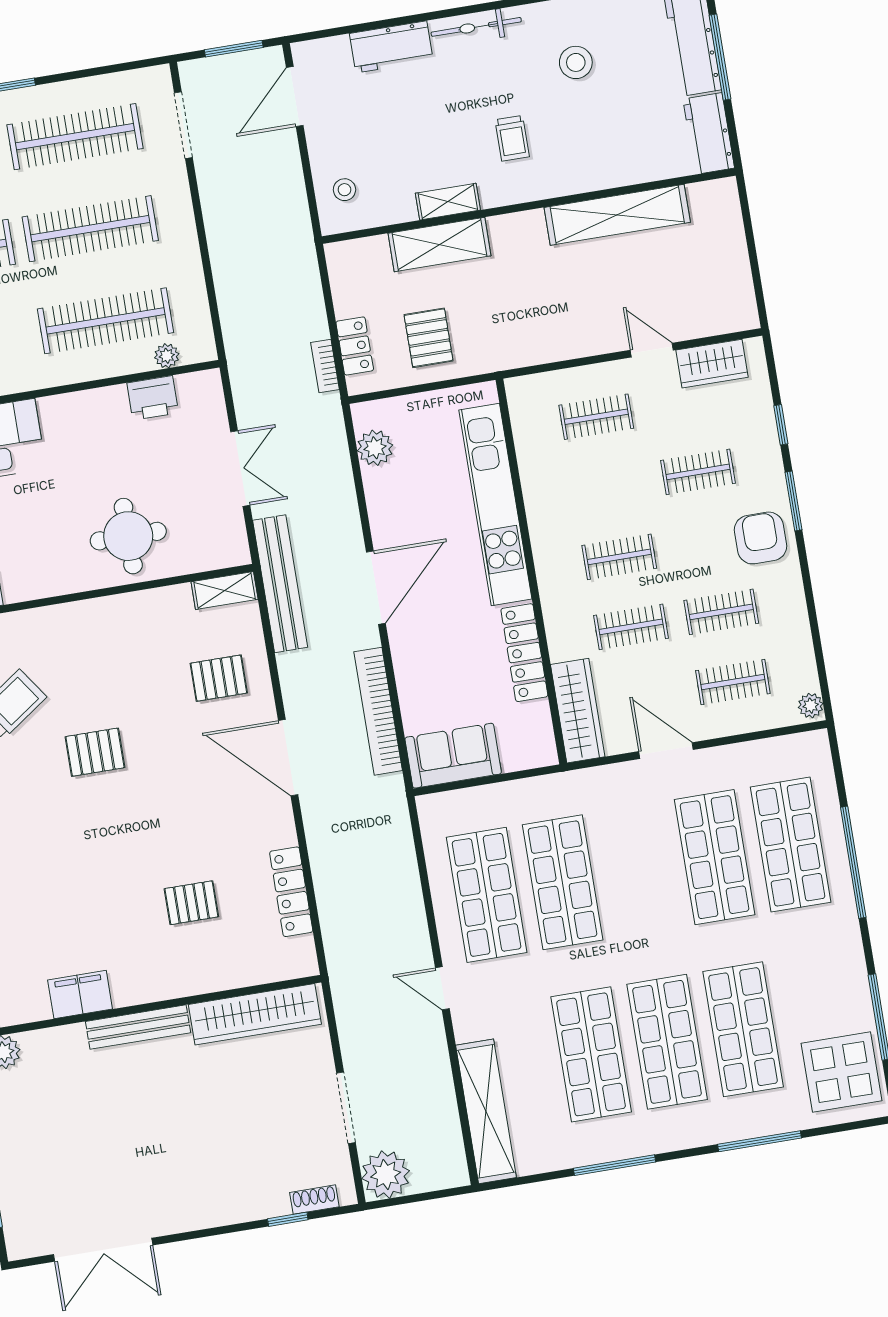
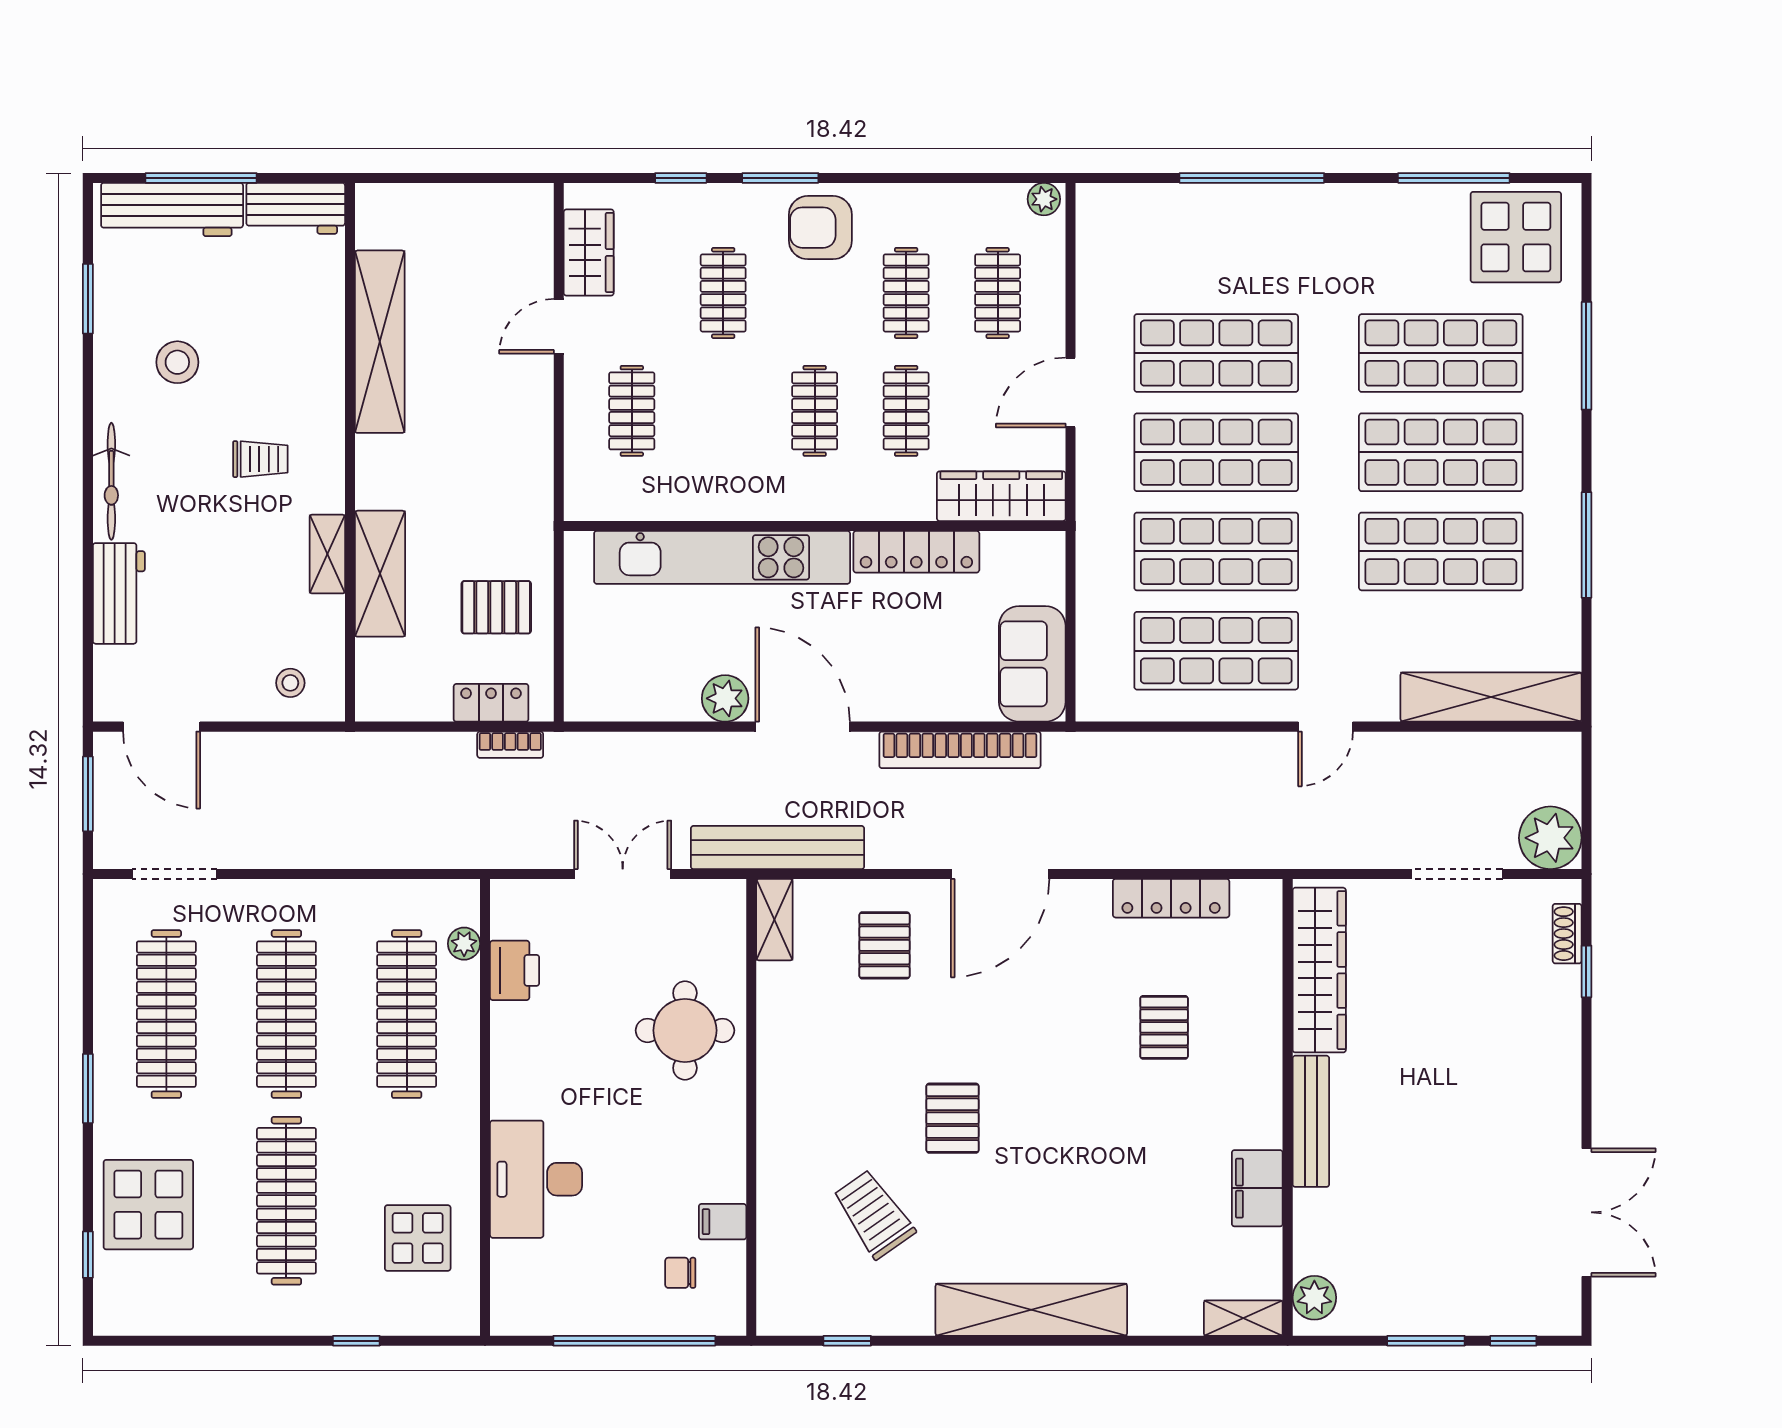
plant: (375, 448) -> (725, 698), moved
shop shelf: (791, 845) -> (1216, 452), moved

